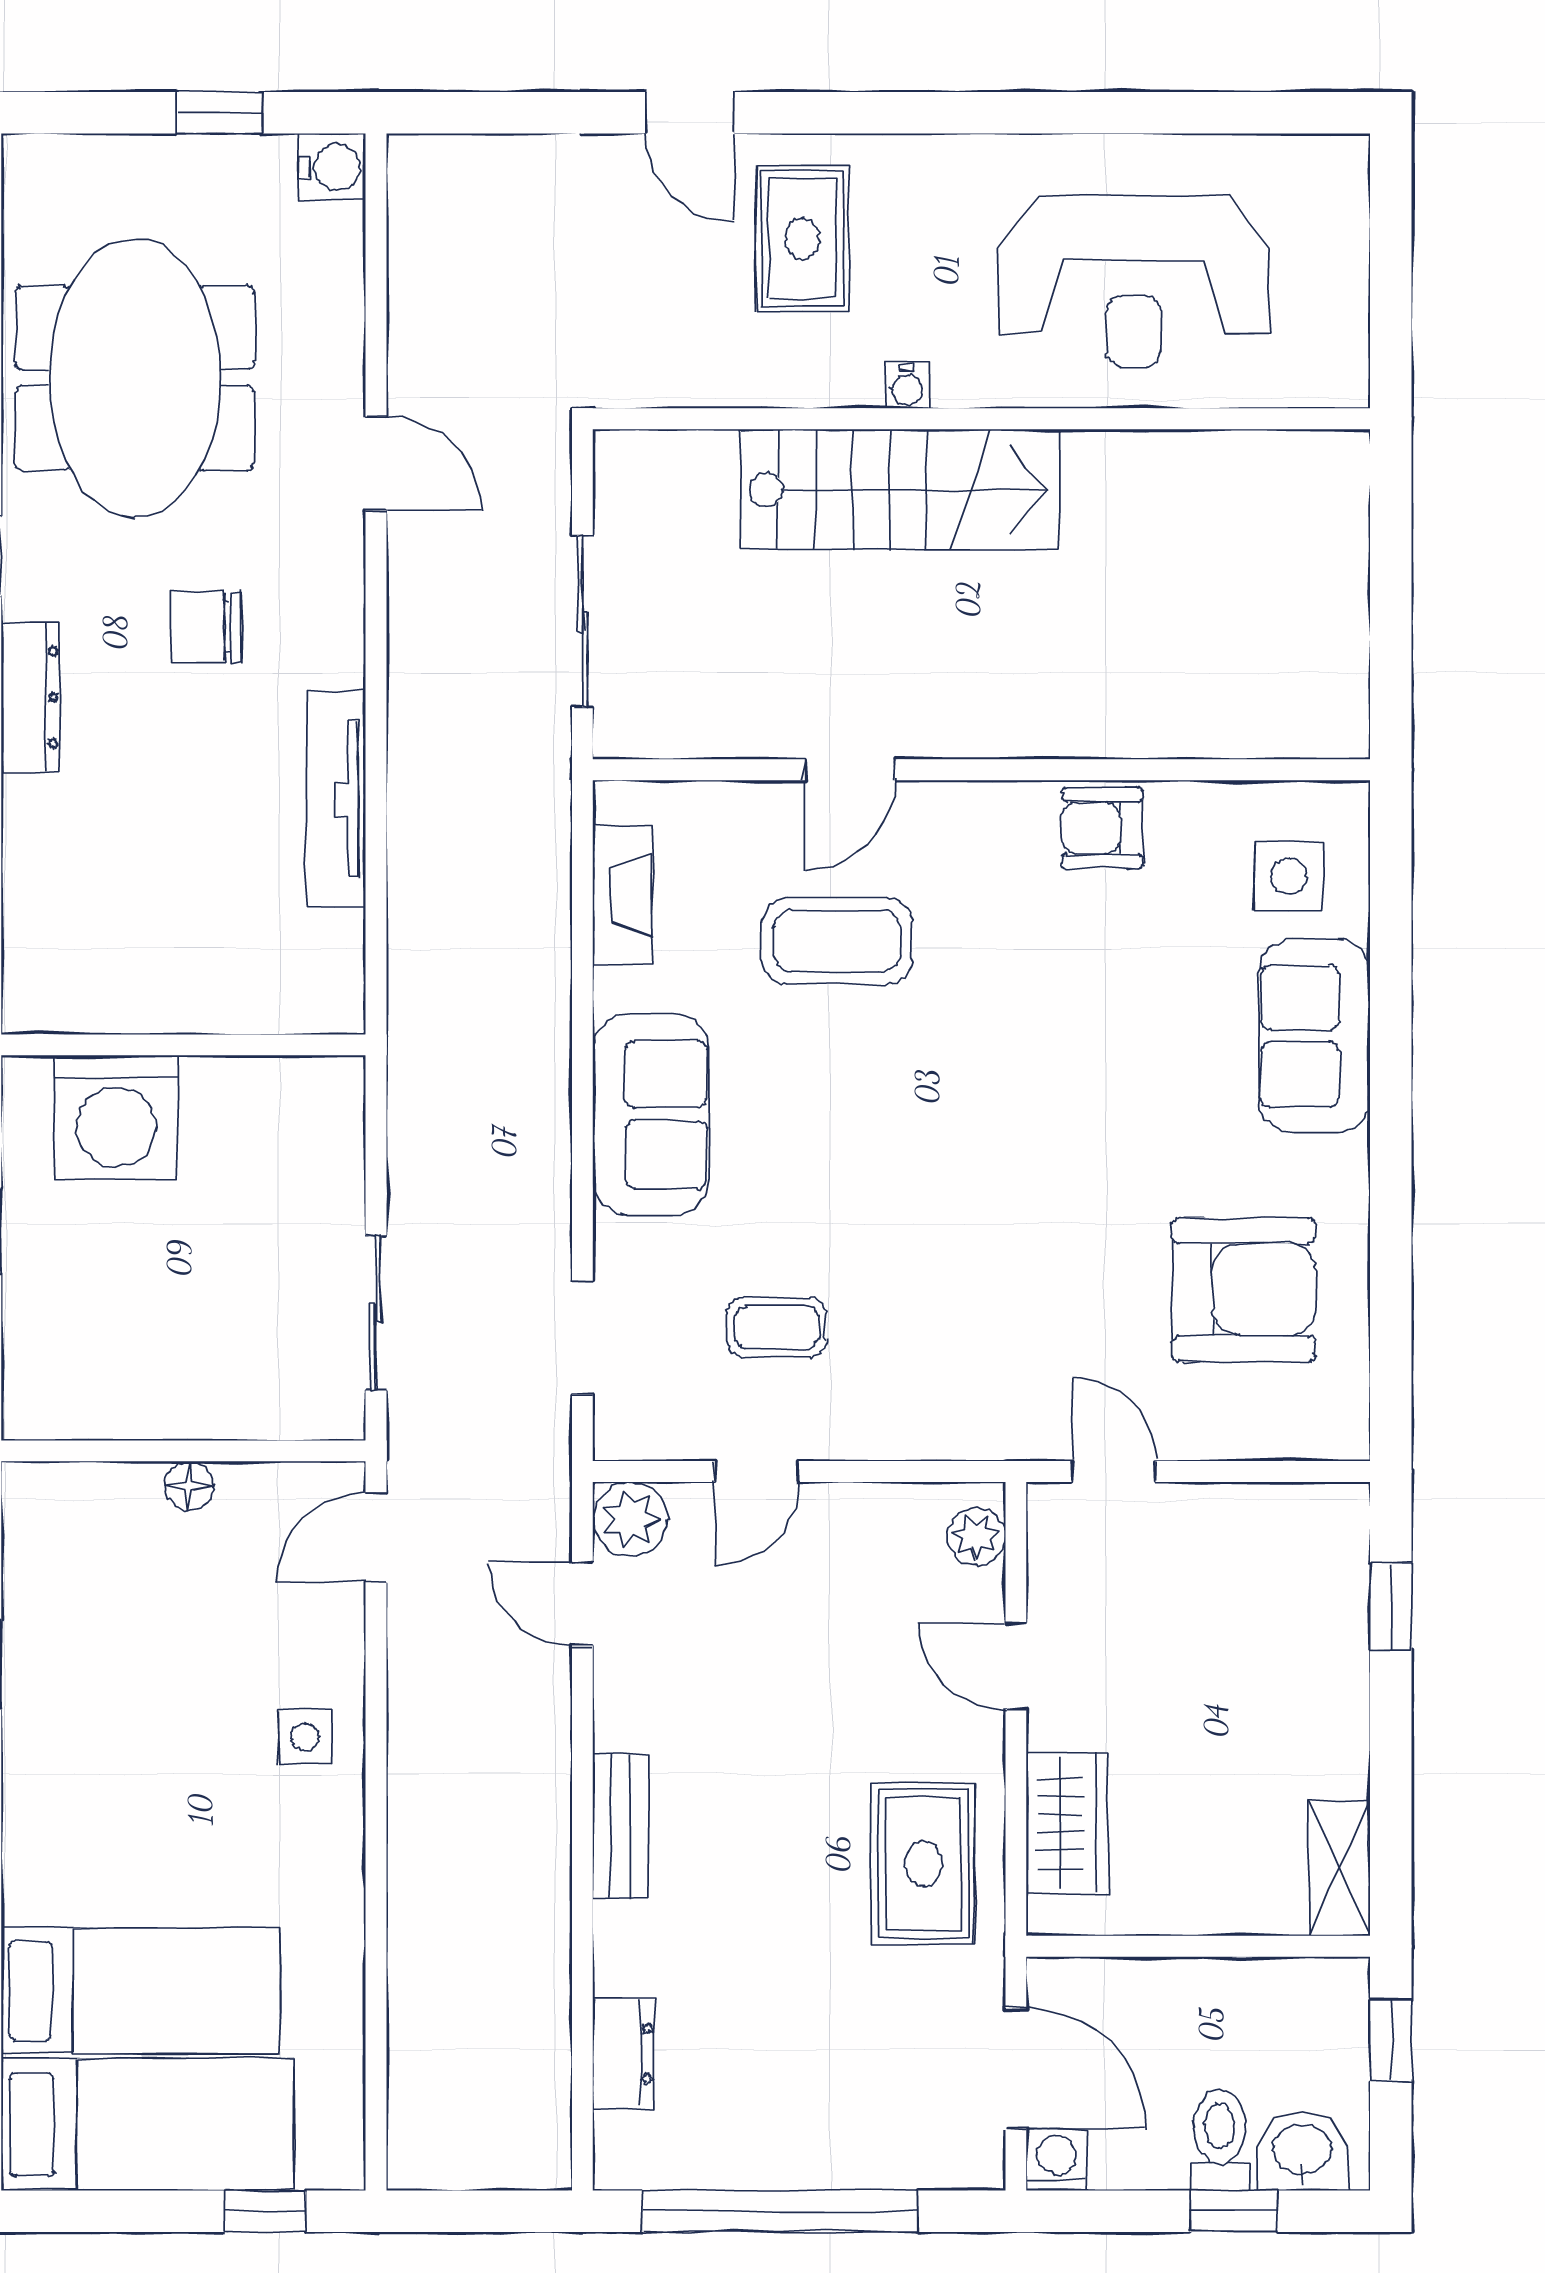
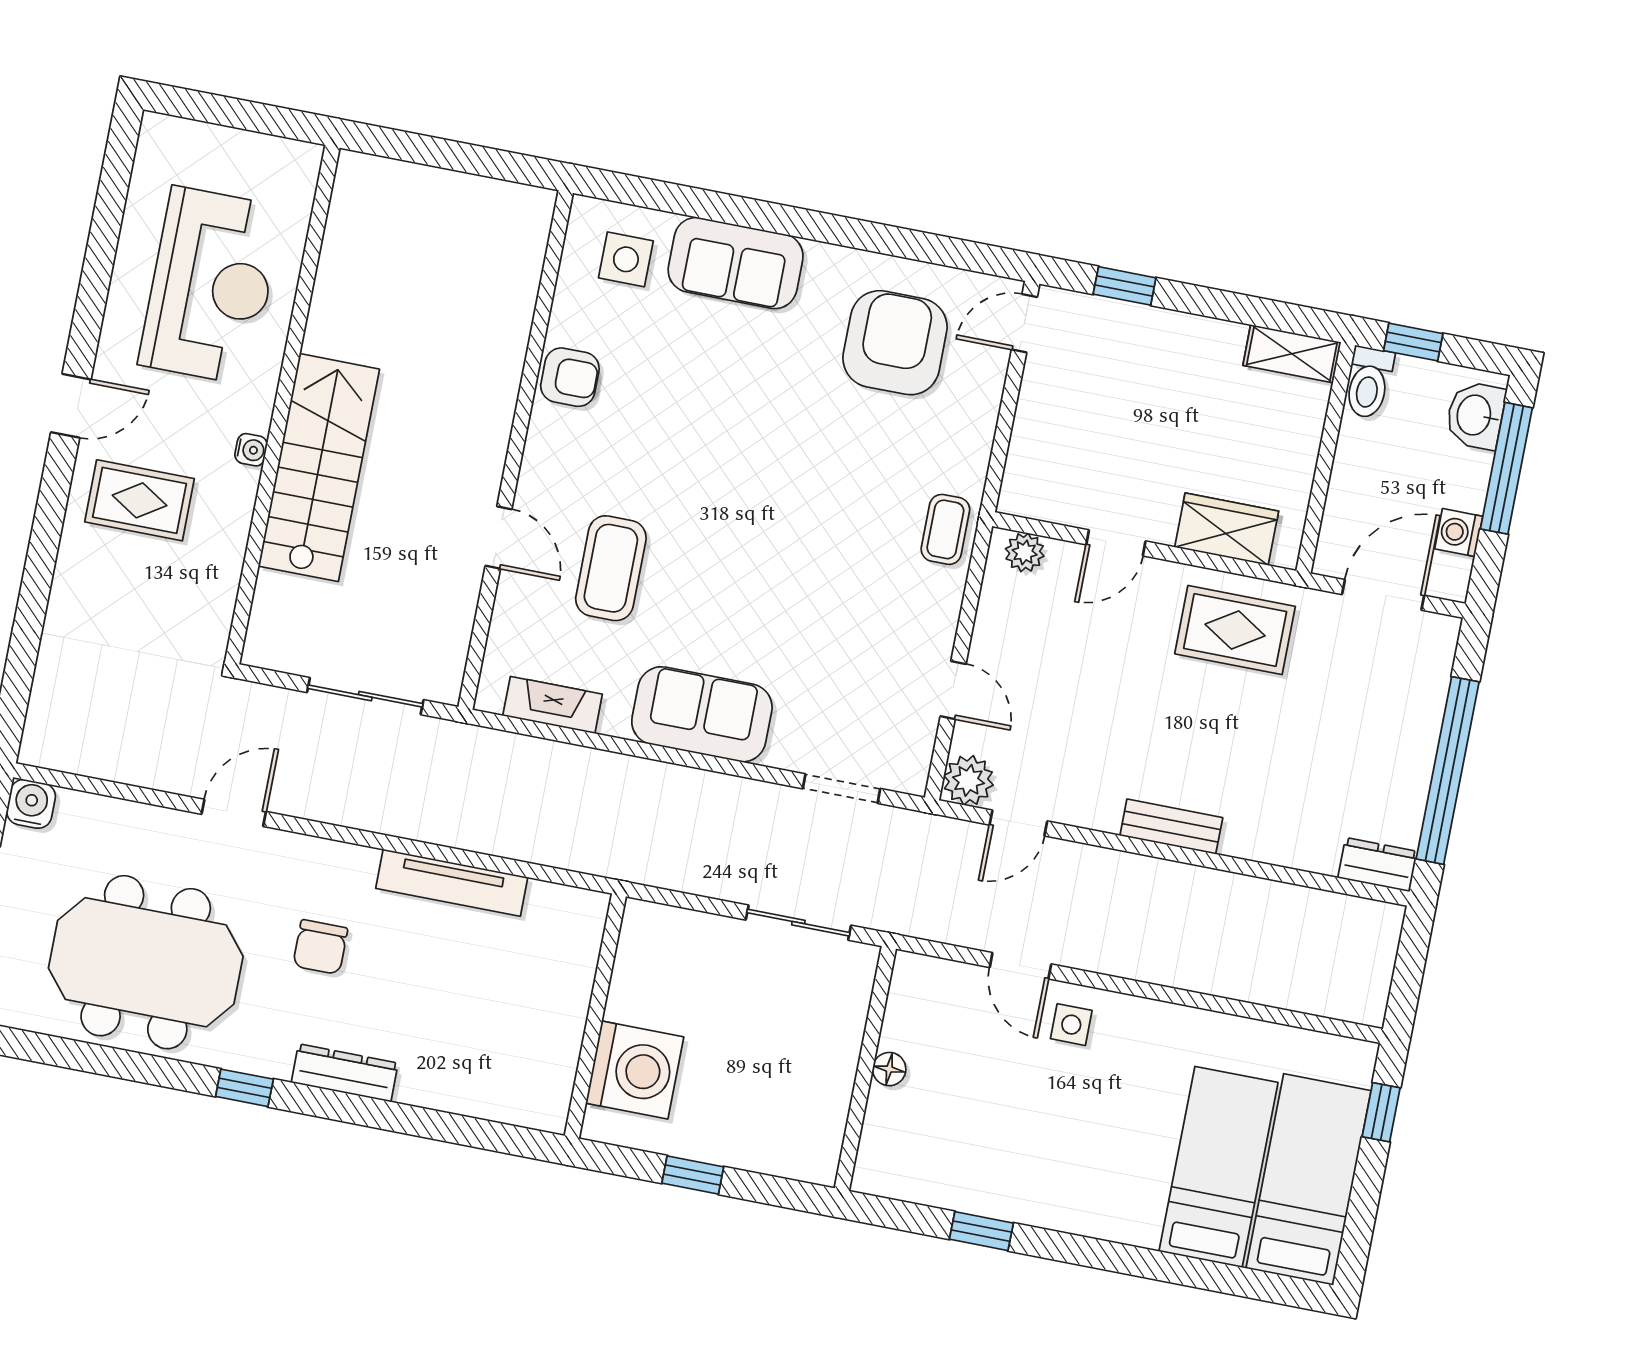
door: (690, 113) -> (71, 406), moved
armchair: (1102, 828) -> (570, 377), turned -90
coffee table: (777, 1327) -> (945, 529), moved
door: (1114, 1472) -> (1024, 323), moved
door: (376, 1537) -> (1020, 966), moved
dresser: (623, 2053) -> (1378, 865), moved
toilet: (1219, 2140) -> (1369, 383), moved, turned -90
washing machine: (1057, 2160) -> (1459, 533), moved
window: (1234, 2211) -> (1506, 468), width x2.17

